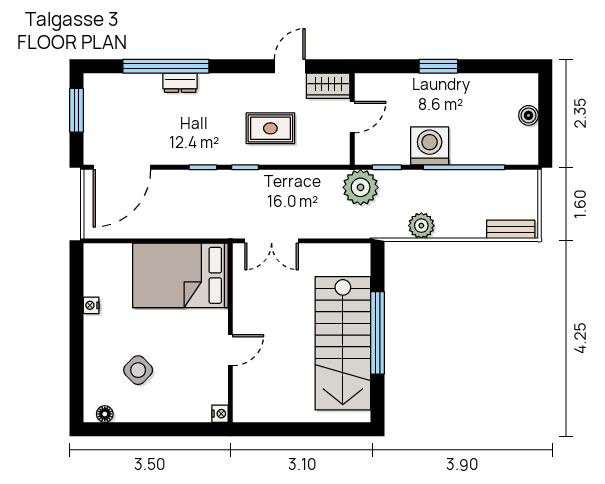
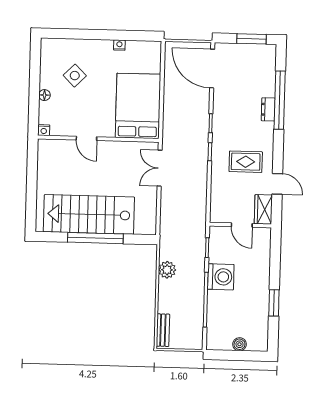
window: (438, 66) -> (274, 303), moved
rug: (270, 128) -> (246, 162), moved, turned 90
plant: (361, 187) -> (194, 229), removed
floor lamp: (105, 414) -> (44, 95), moved

